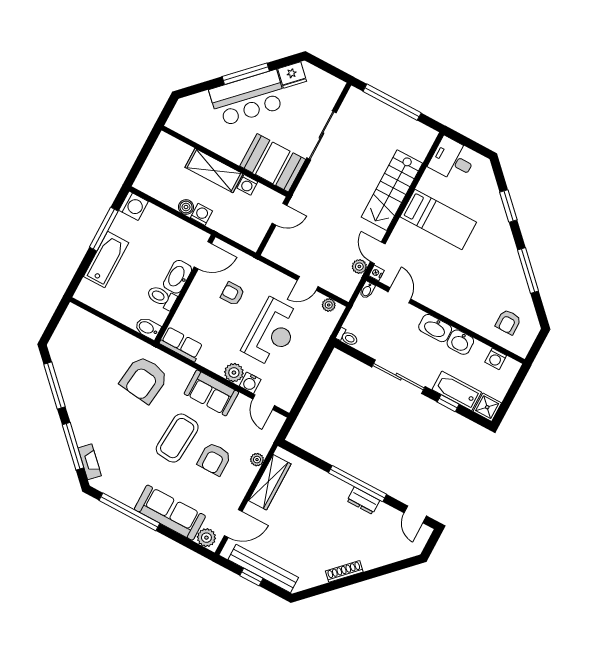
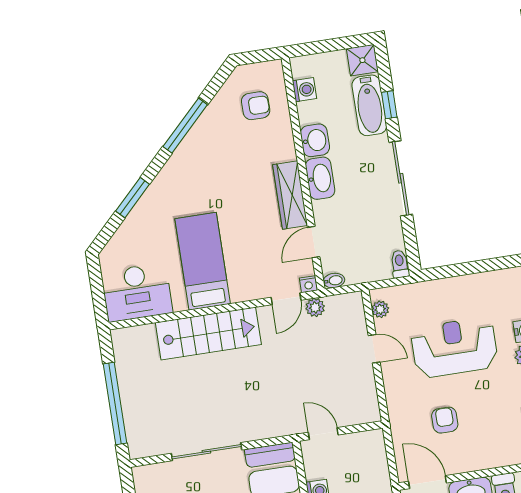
desk: (452, 160) -> (137, 292), width x1.37
armchair: (233, 294) -> (445, 420), turned 180
wardrobe: (439, 302) -> (290, 195), added

